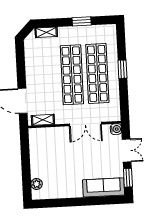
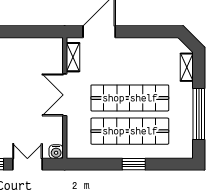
window: (82, 21) -> (199, 114), width x2.11
double door: (85, 124) -> (65, 95), moved
double door: (127, 151) -> (27, 164), swing flipped

